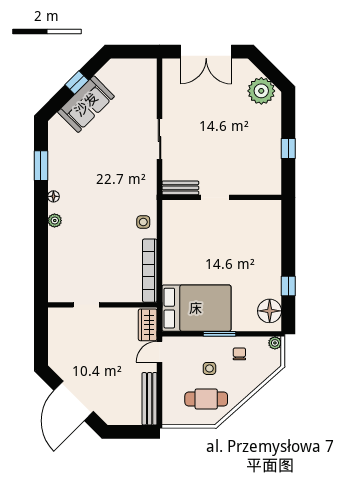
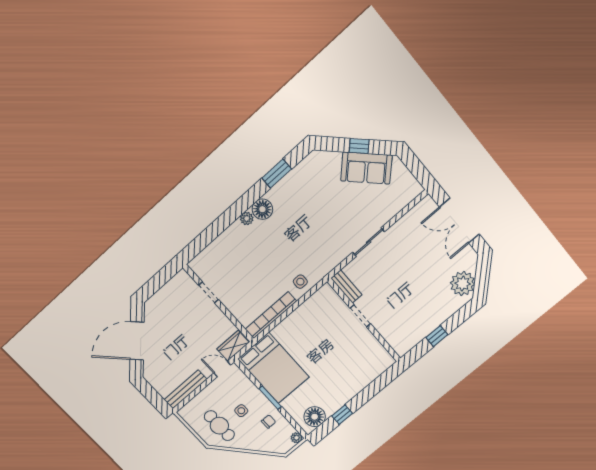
sofa: (86, 104) -> (366, 168), moved
floor lamp: (53, 196) -> (262, 209), width x1.89, depth x1.89

